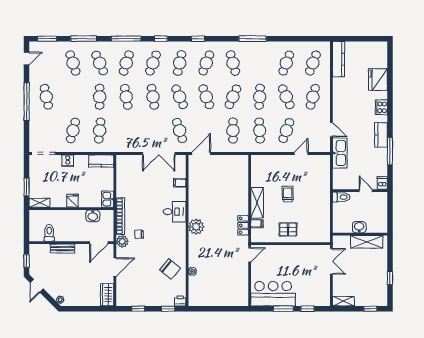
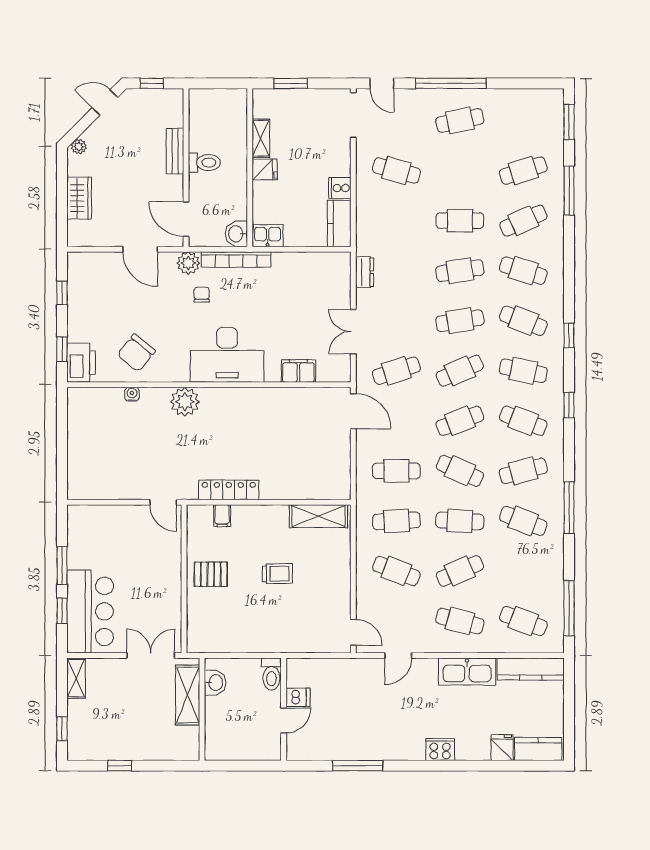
window: (126, 39) -> (569, 608), moved
door: (27, 58) -> (382, 83), moved
cafe table: (286, 63) -> (523, 521), moved
fridge: (378, 79) -> (502, 748), width x0.53, depth x0.75
cafe table: (100, 131) -> (396, 221), removed
kitchen counter: (381, 135) -> (538, 749), moved
dresser: (127, 148) -> (365, 272), added
kitchen sink: (340, 153) -> (467, 672), moved
double door: (159, 154) -> (353, 332), width x0.73
door: (301, 154) -> (353, 632), moved
cooker: (68, 161) -> (340, 188), moved
filing cabinet: (180, 183) -> (298, 371), width x2.00
dishwasher: (382, 183) -> (298, 697), moved
shelving: (39, 203) -> (261, 138), moved
shelving: (257, 203) -> (318, 516), moved
desk: (175, 212) -> (227, 355), width x1.87, depth x1.30
washbasin: (93, 216) -> (236, 234), moved
locker: (243, 225) -> (229, 490), width x1.53
plant: (196, 227) -> (185, 402), moved
washbasin: (359, 227) -> (215, 683), moved
pallet: (288, 229) -> (211, 574), turned 90
toilet: (49, 233) -> (204, 163), moved
shelving: (367, 242) -> (188, 695), moved
double door: (331, 261) -> (151, 656), swing flipped
bar counter: (273, 294) -> (90, 611), moved
wardrobe: (107, 295) -> (79, 198), moved, turned 90
printer: (180, 301) -> (81, 363), width x1.87, depth x1.48

